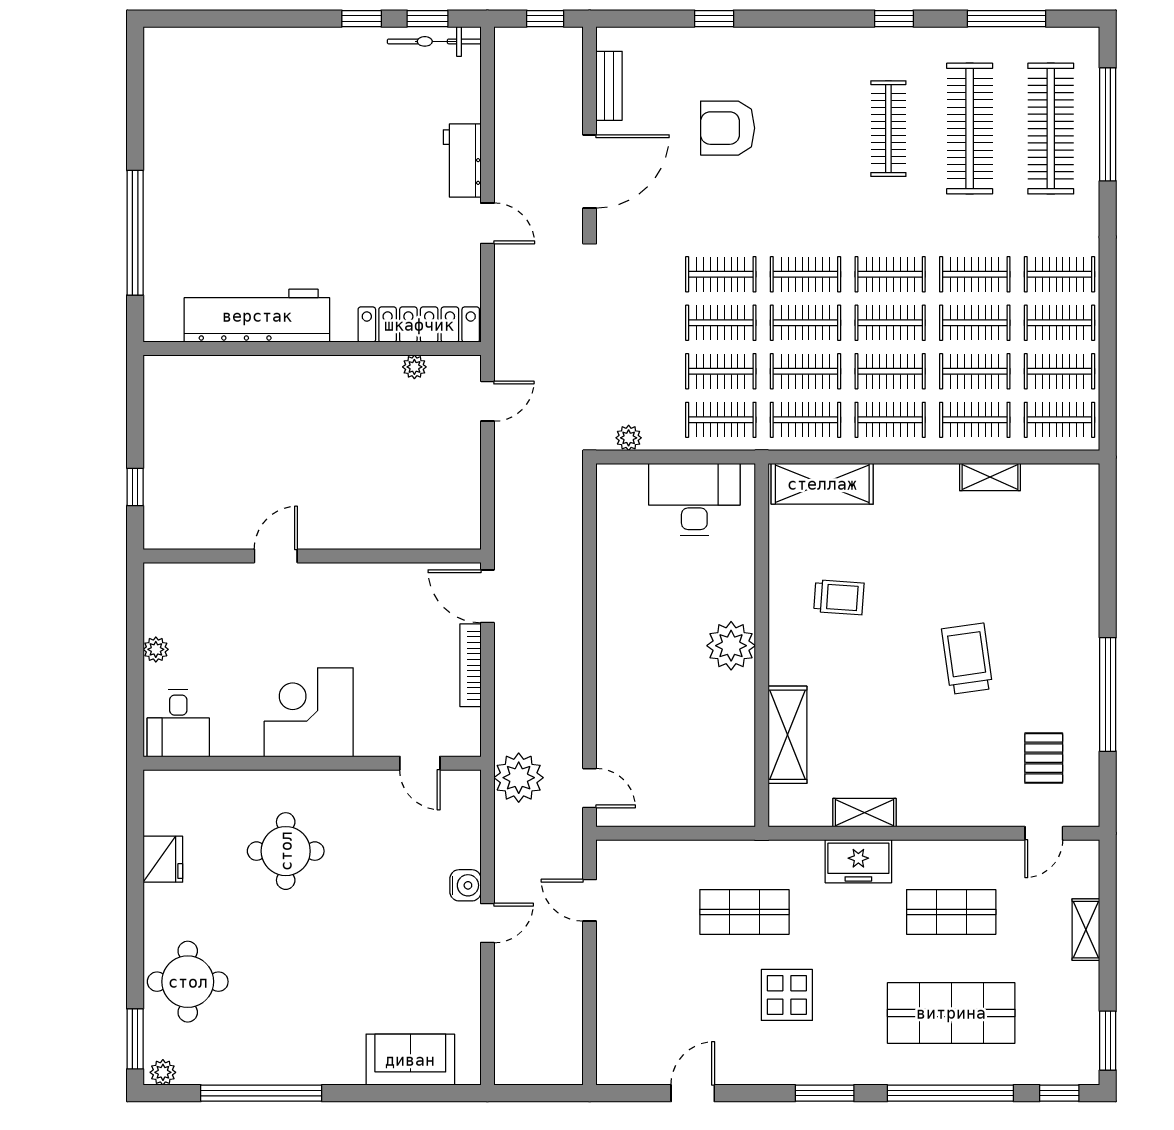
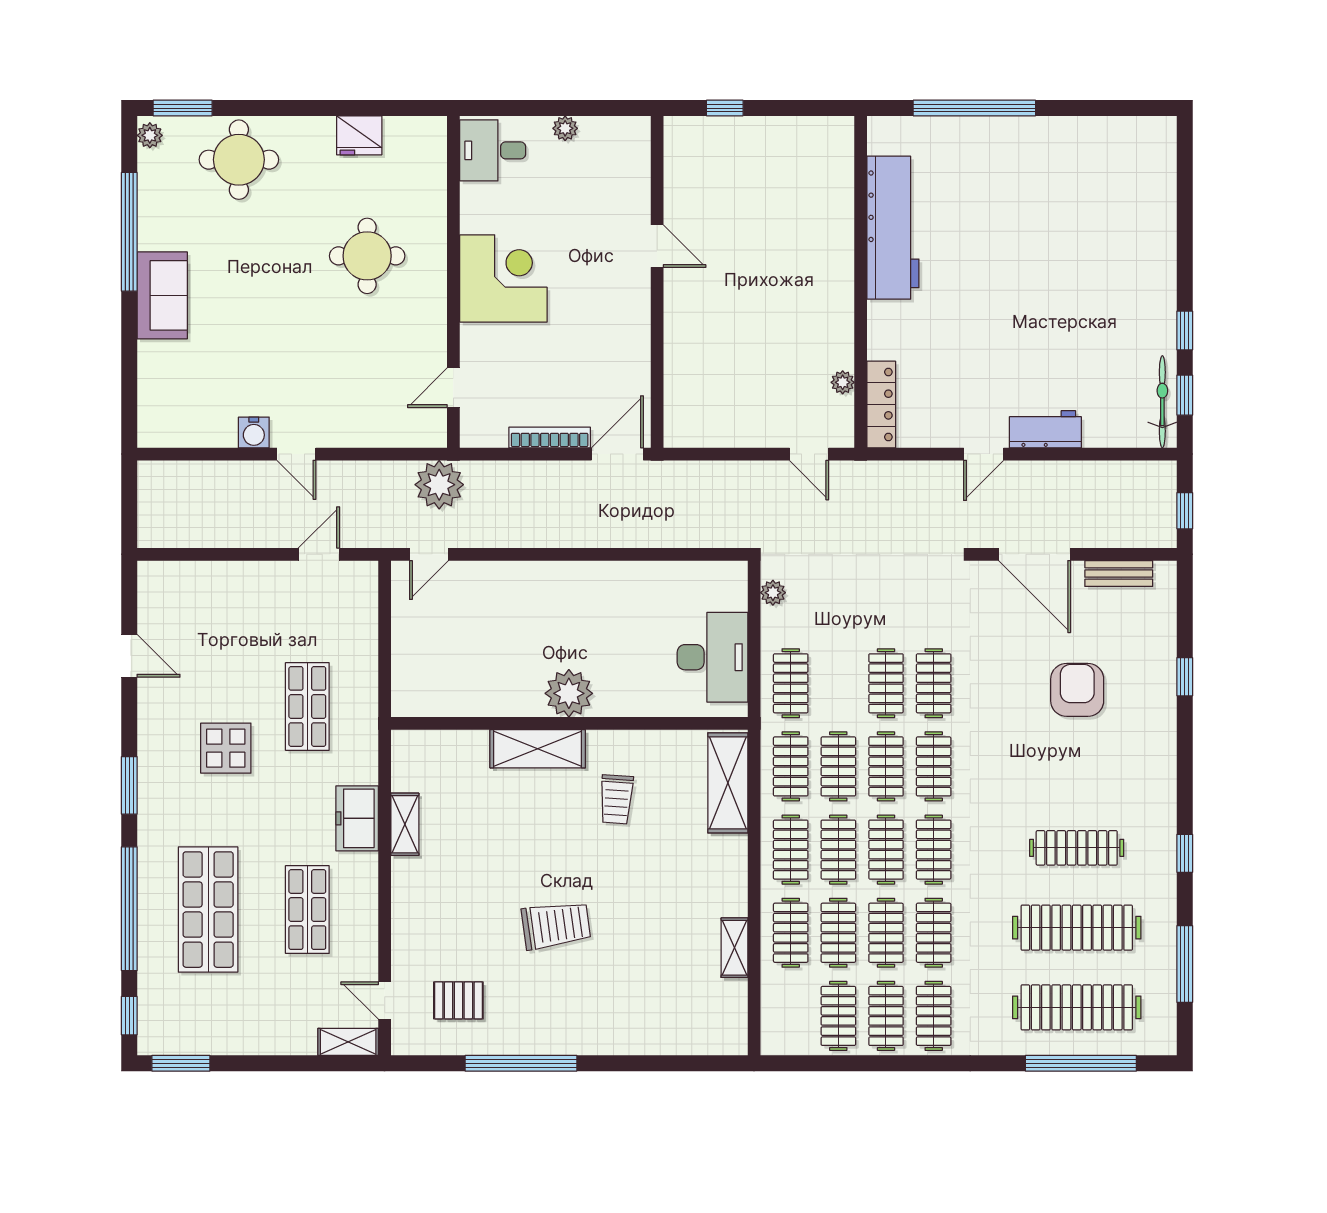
locker: (419, 325) -> (881, 405), width x0.71, depth x0.83
clothes rail: (721, 371) -> (838, 683), removed
clothes rail: (1059, 420) -> (791, 1016), removed
shelving: (788, 735) -> (538, 749), moved
water cooler: (465, 885) -> (254, 432), moved
shelving: (1086, 930) -> (348, 1042), moved
sofa: (410, 1060) -> (162, 295), moved

